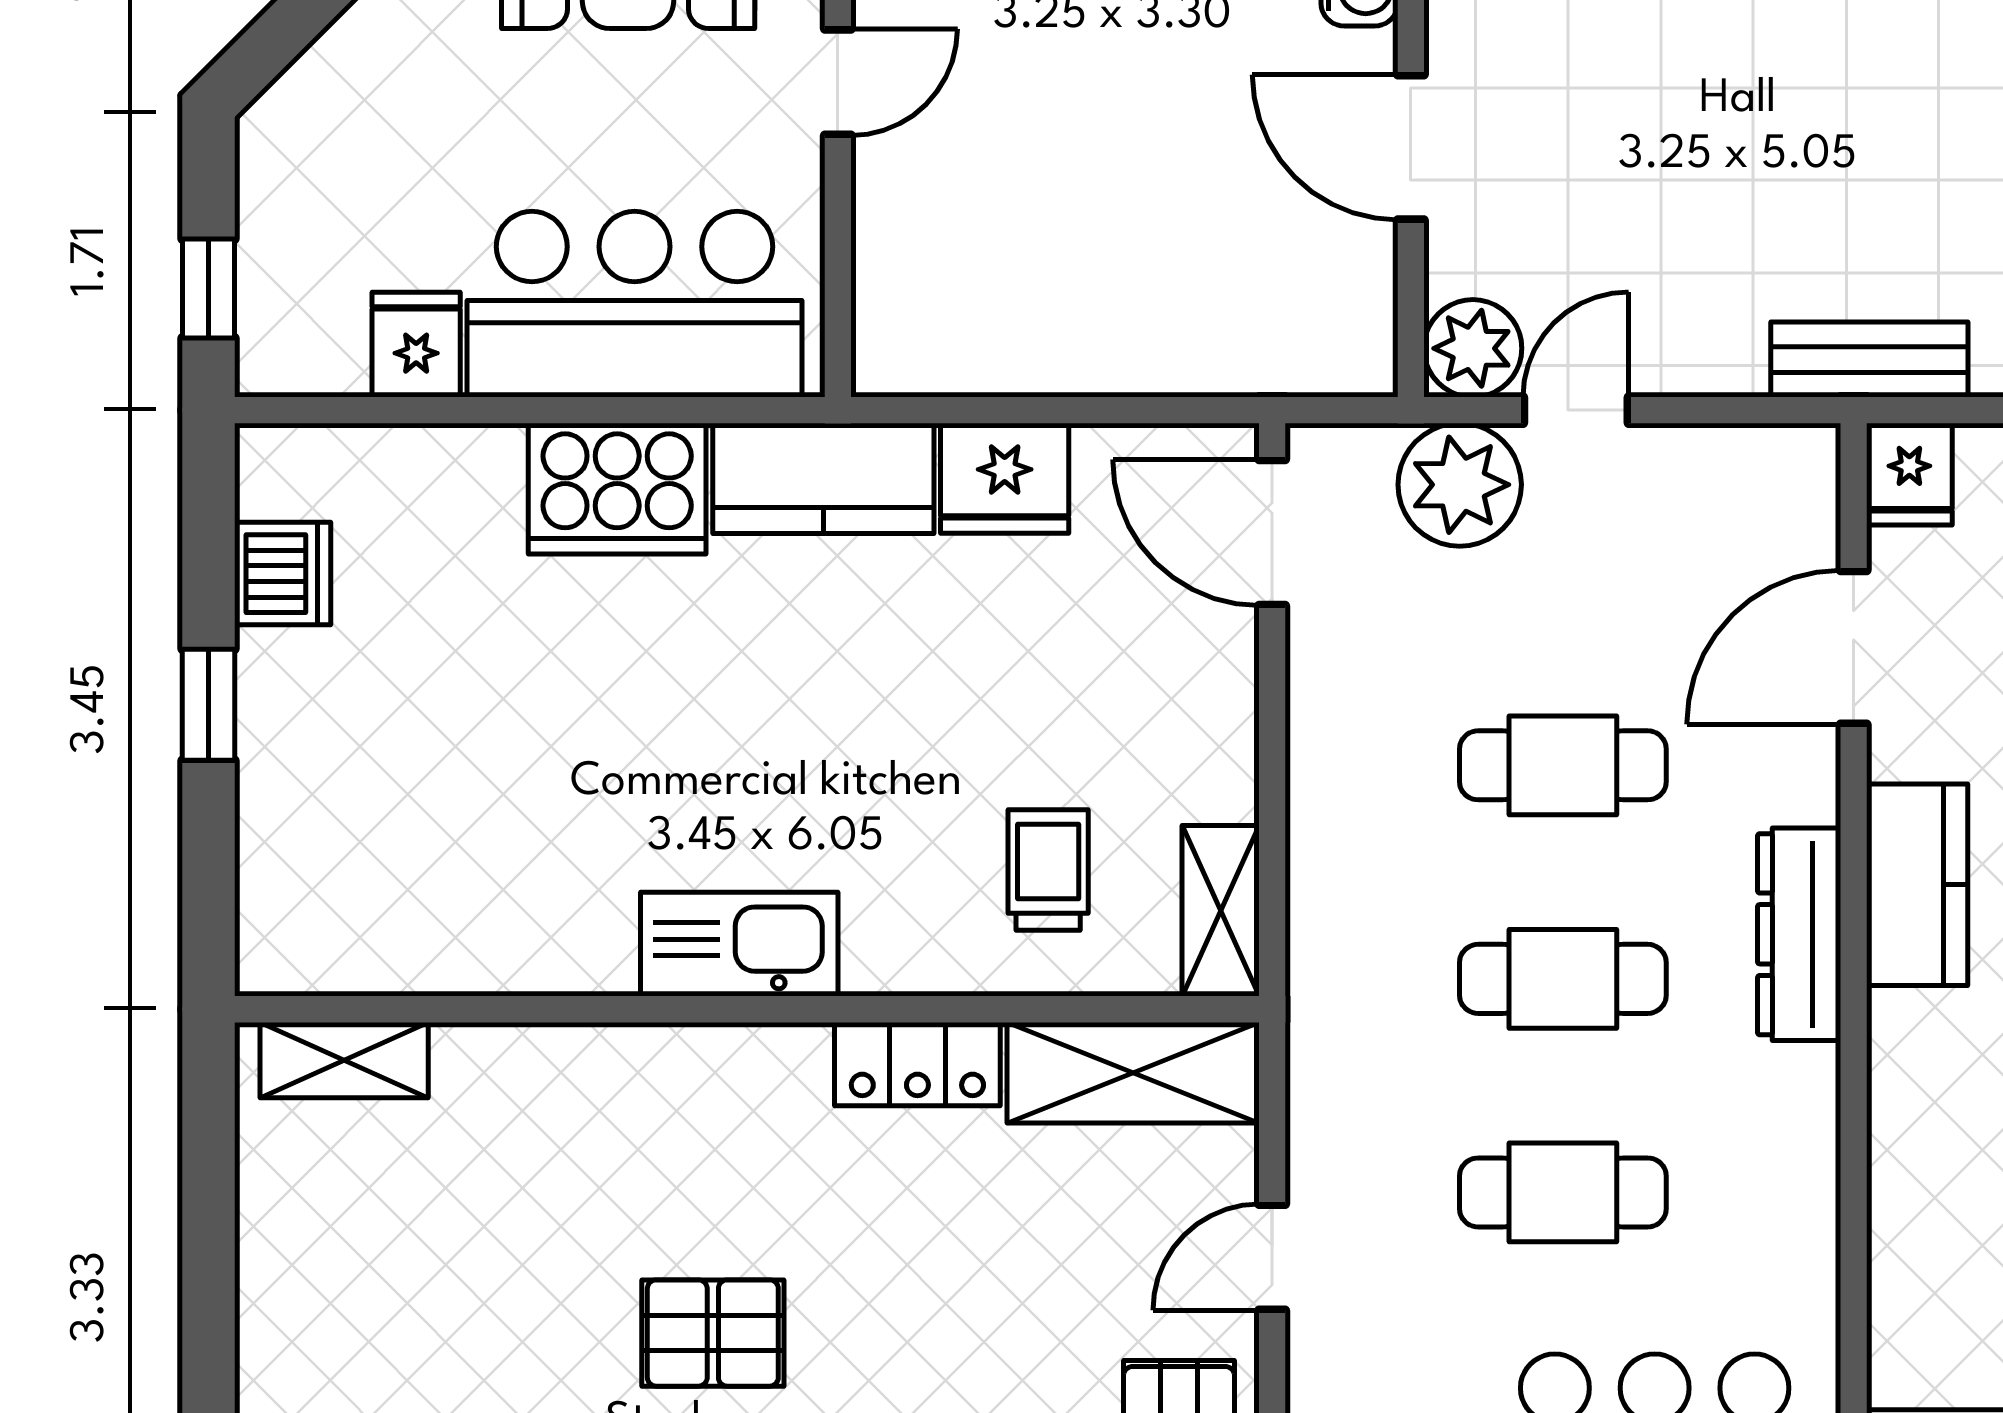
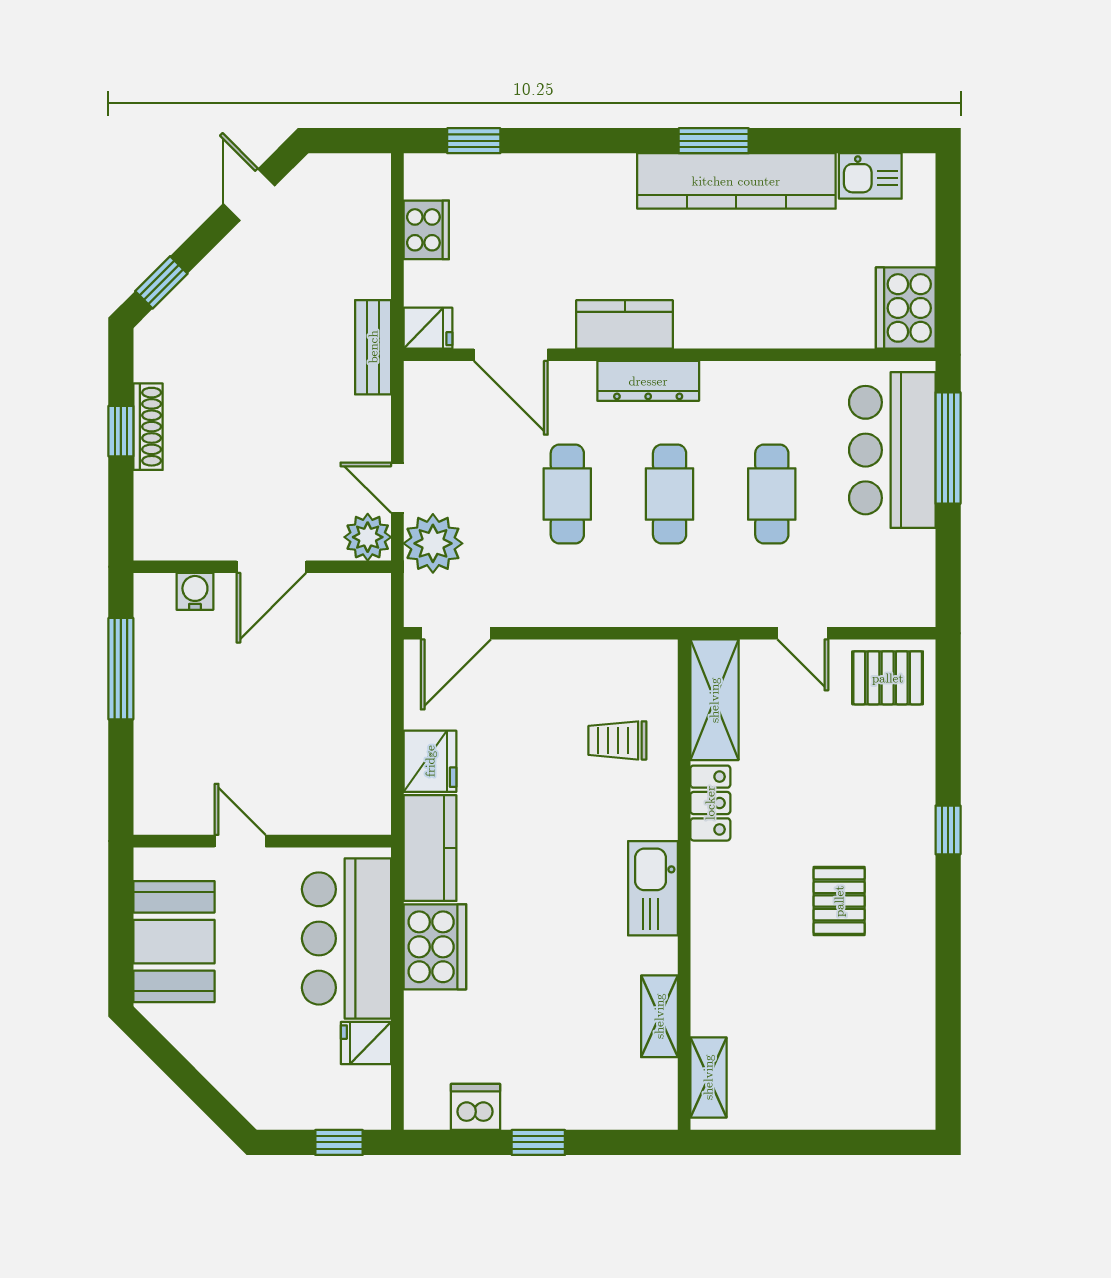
shelving: (1221, 911) -> (659, 1016), moved, turned 90

